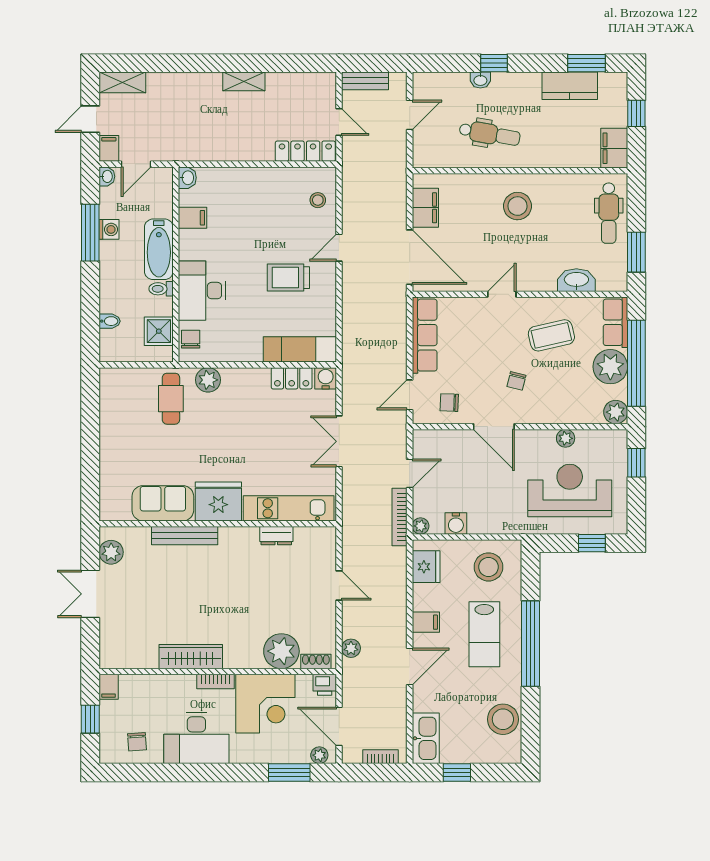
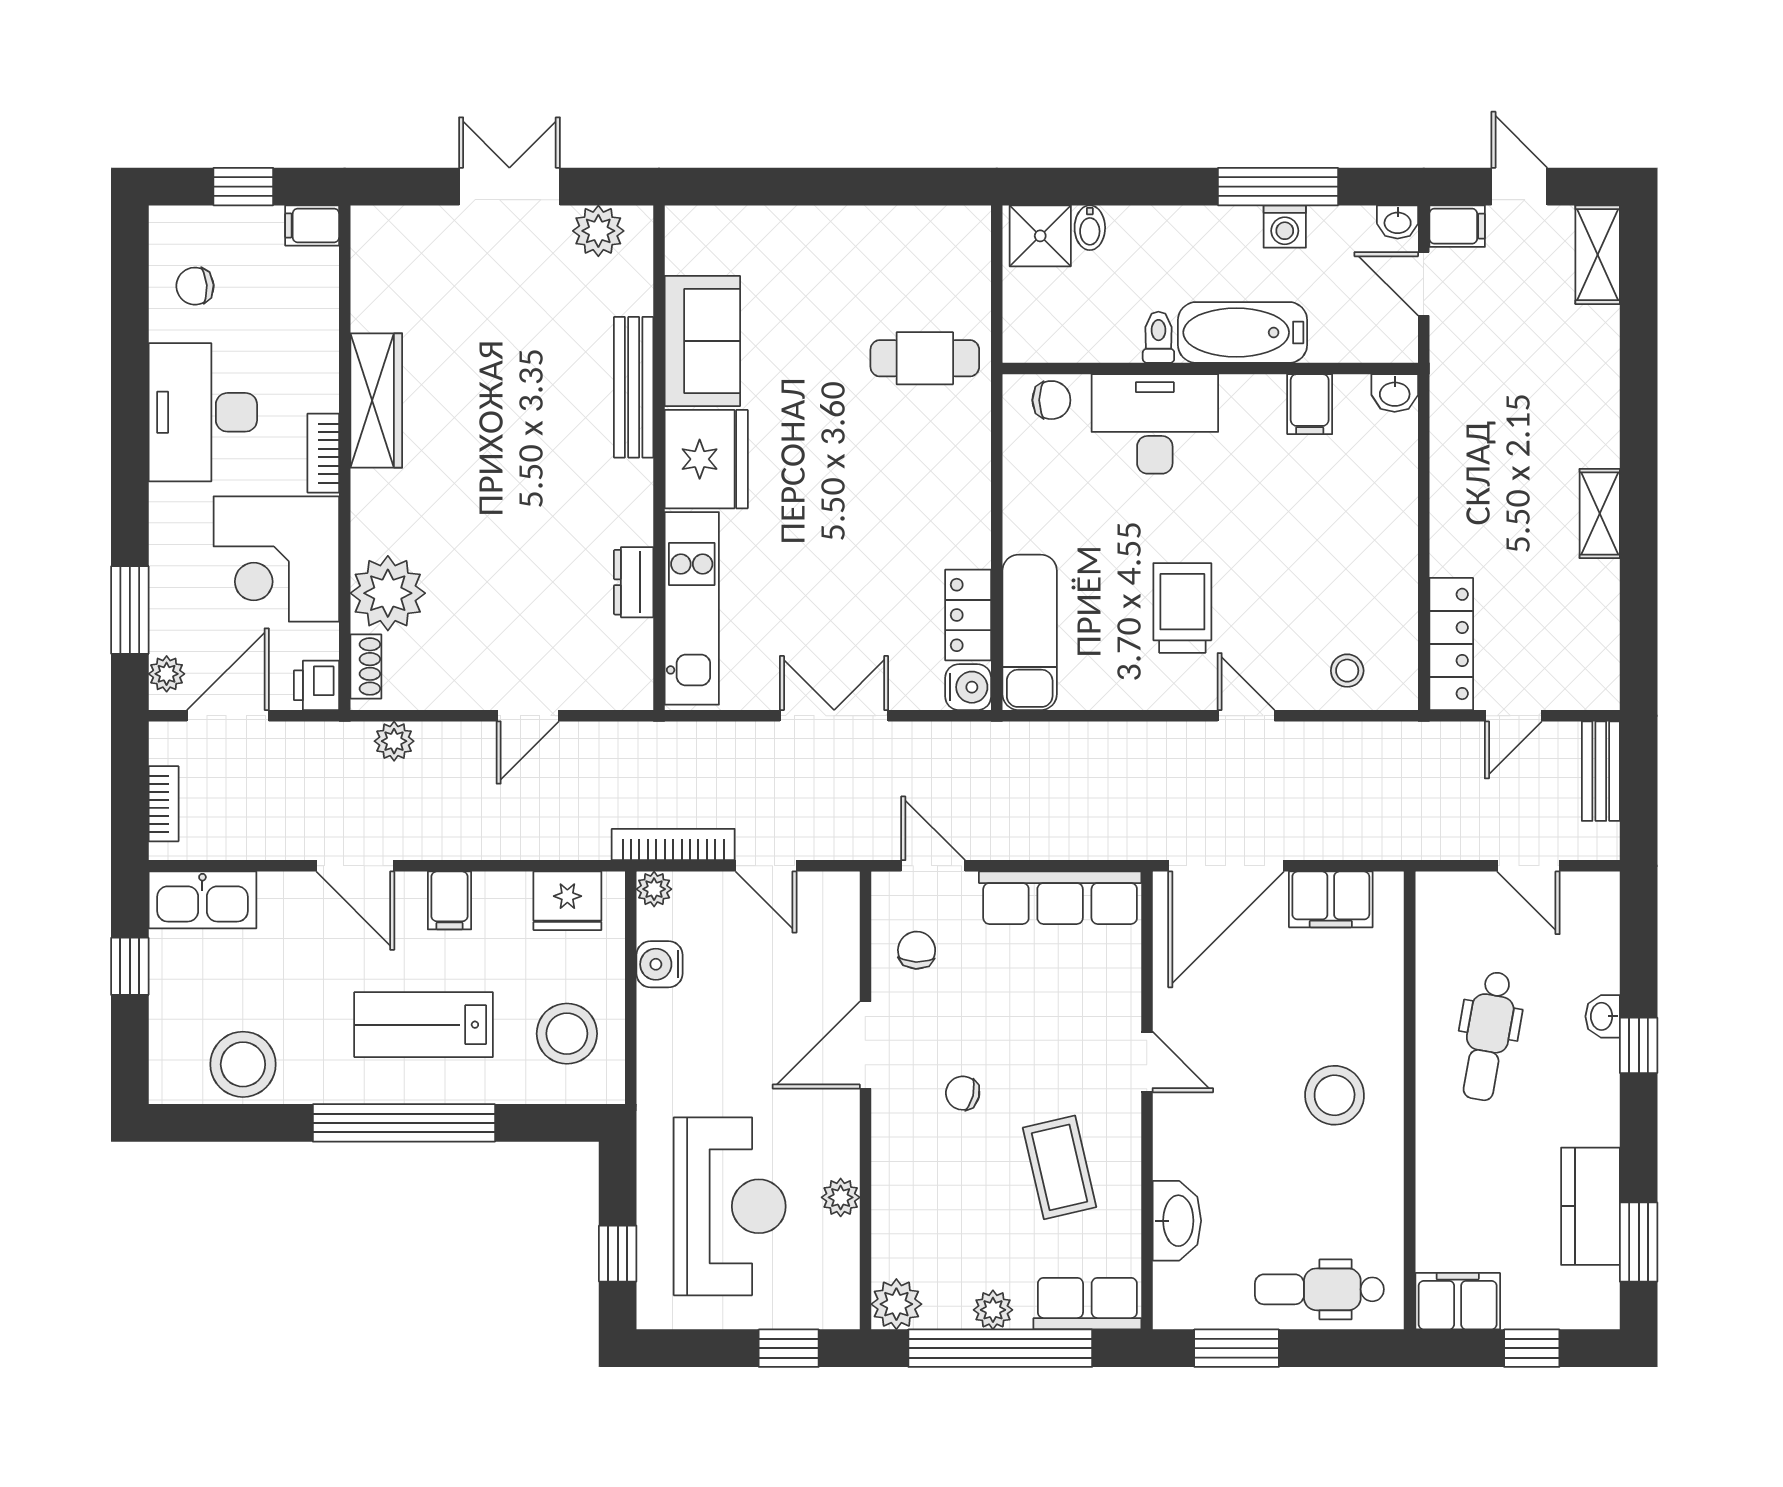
shower: (159, 331) -> (1040, 236), moved
plant: (610, 367) -> (993, 1310), width x0.53, depth x0.53
plant: (208, 380) -> (965, 437), removed

